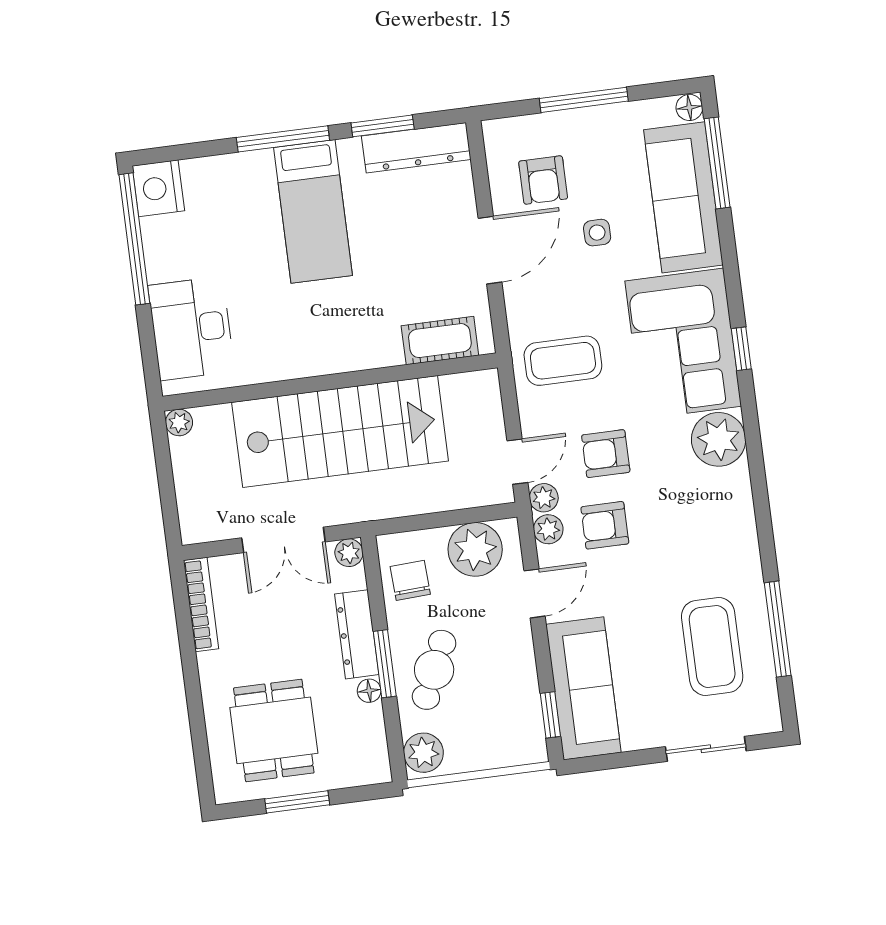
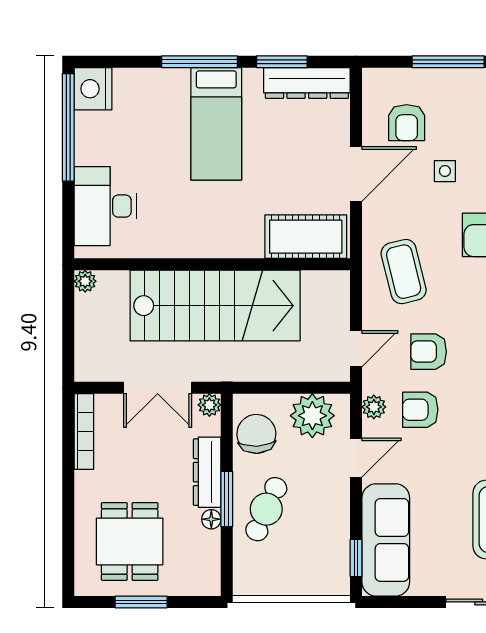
cot: (440, 341) -> (306, 237), width x1.37, depth x1.34
coffee table: (563, 361) -> (404, 272), turned 76
plant: (544, 498) -> (374, 381), removed
chair: (410, 580) -> (256, 434), width x1.37, depth x1.37
plant: (423, 753) -> (249, 575), removed

